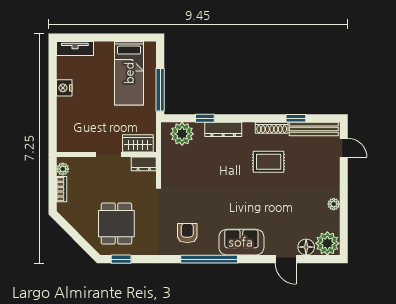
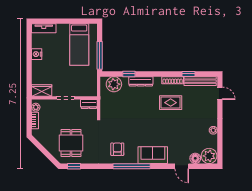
wardrobe: (138, 143) -> (42, 90), moved

